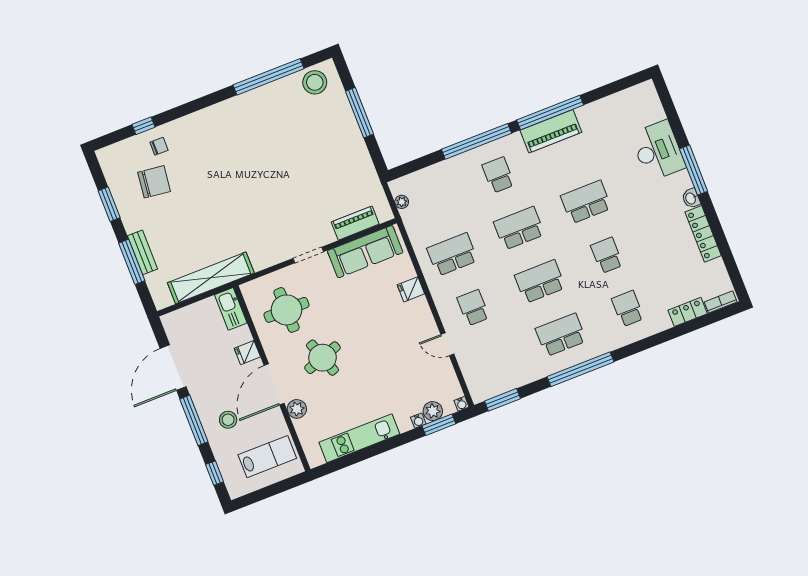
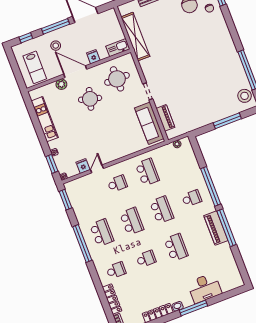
fridge: (411, 289) -> (83, 166), moved
locker: (688, 312) -> (112, 299), width x1.53
round table: (323, 358) -> (90, 99), turned 34
plant: (433, 411) -> (60, 160), removed

